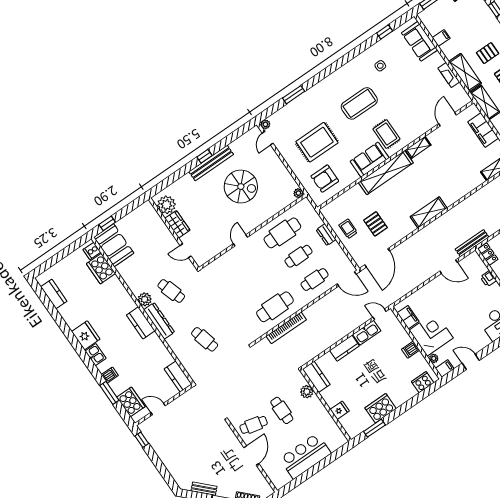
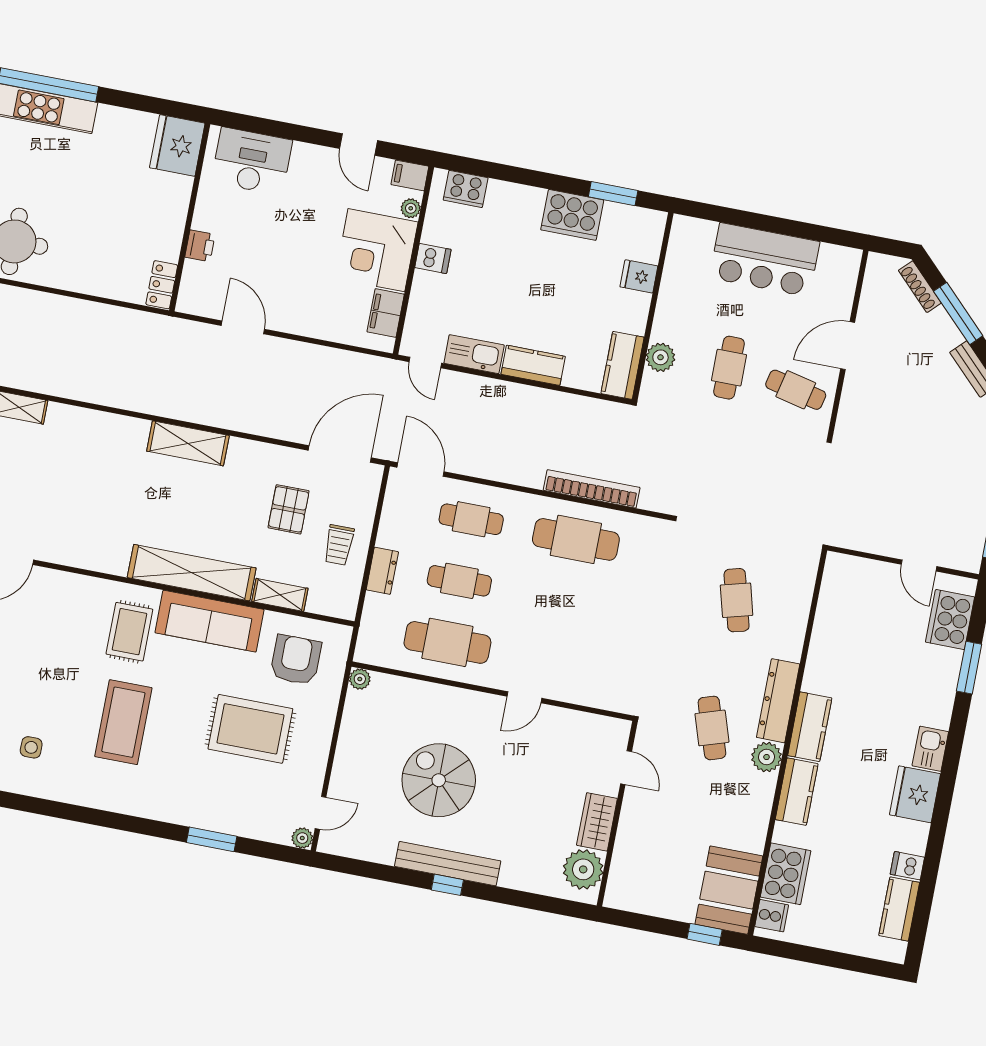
coffee table: (359, 103) -> (123, 722), turned 90
shelving: (418, 147) -> (280, 595), moved
sofa: (370, 160) -> (210, 621), width x1.36
armchair: (325, 179) -> (296, 660), turned -90
bench: (472, 243) -> (169, 327), removed
dishwasher: (110, 375) -> (907, 866), moved
kitchen counter: (178, 377) -> (797, 792), moved

